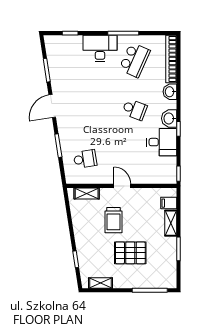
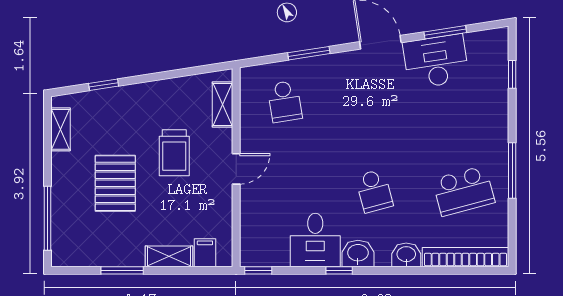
desk: (100, 48) -> (436, 61), moved, turned -99
school desk: (135, 60) -> (464, 191), turned -39
school desk: (135, 109) -> (374, 191), turned -36
trolley: (113, 220) -> (174, 153), turned -90

